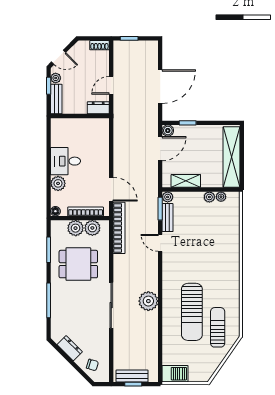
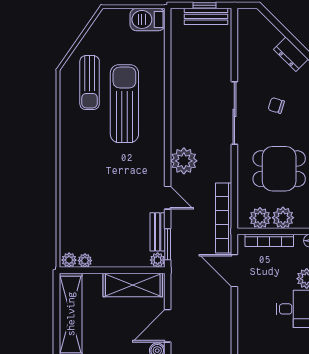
shelving: (186, 181) -> (133, 285), width x1.50, depth x1.33
plant: (209, 197) -> (69, 260), moved
plant: (148, 301) -> (184, 161), moved
chair: (92, 365) -> (276, 105), moved

